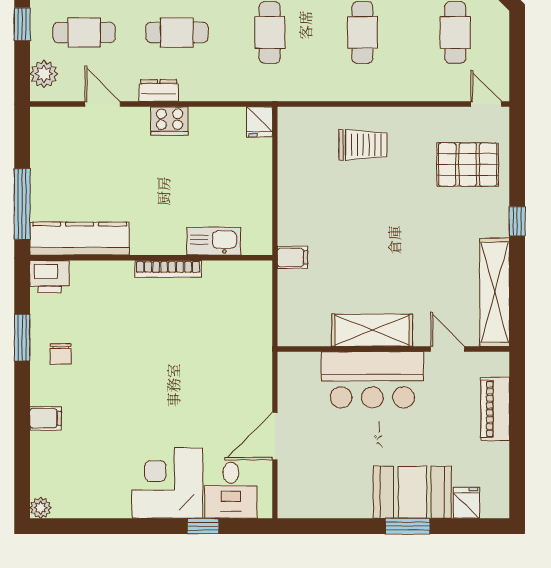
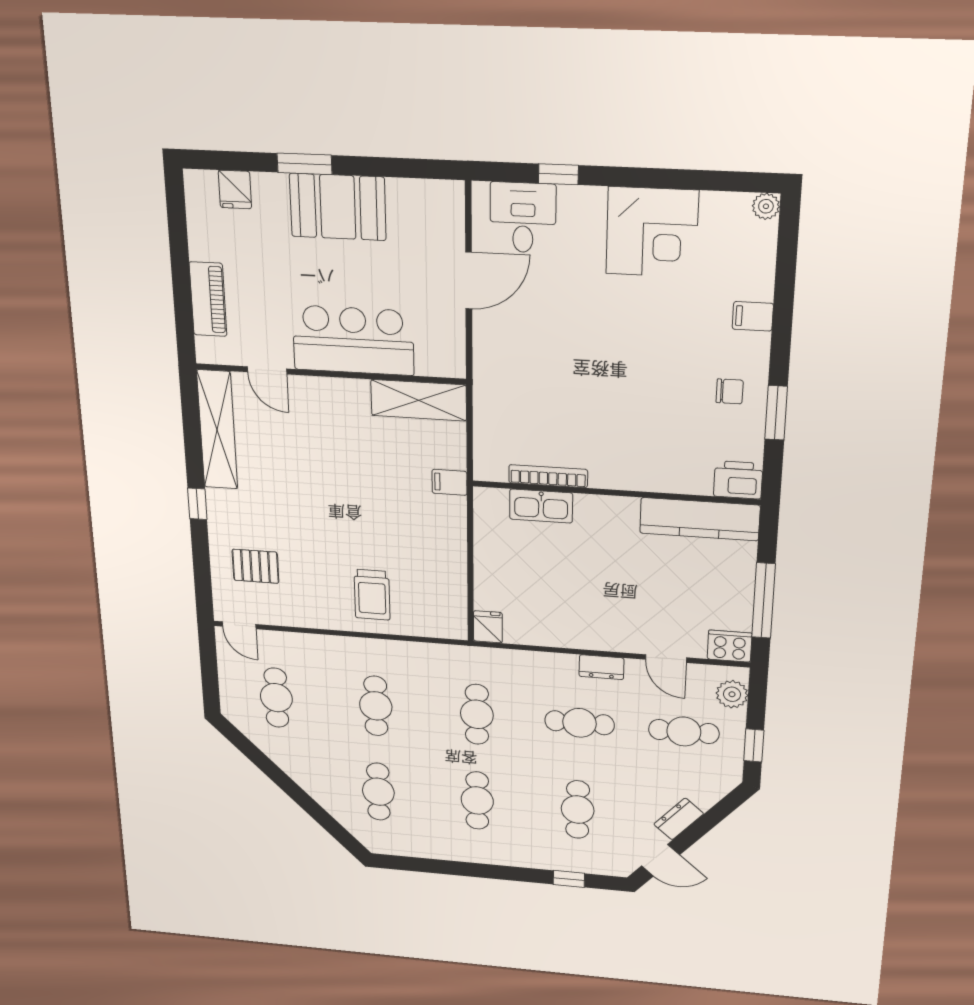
cooker: (170, 121) -> (730, 646), moved
trolley: (363, 145) -> (372, 595), turned -90
pallet: (468, 165) -> (255, 566), width x0.67, depth x0.71
window: (22, 204) -> (764, 601), moved
bookcase: (168, 269) -> (548, 476), moved
shelving: (372, 330) -> (419, 400), moved
chair: (61, 354) -> (730, 391), turned 90
corner desk: (167, 483) -> (652, 232), moved
booth: (412, 492) -> (338, 207), moved

